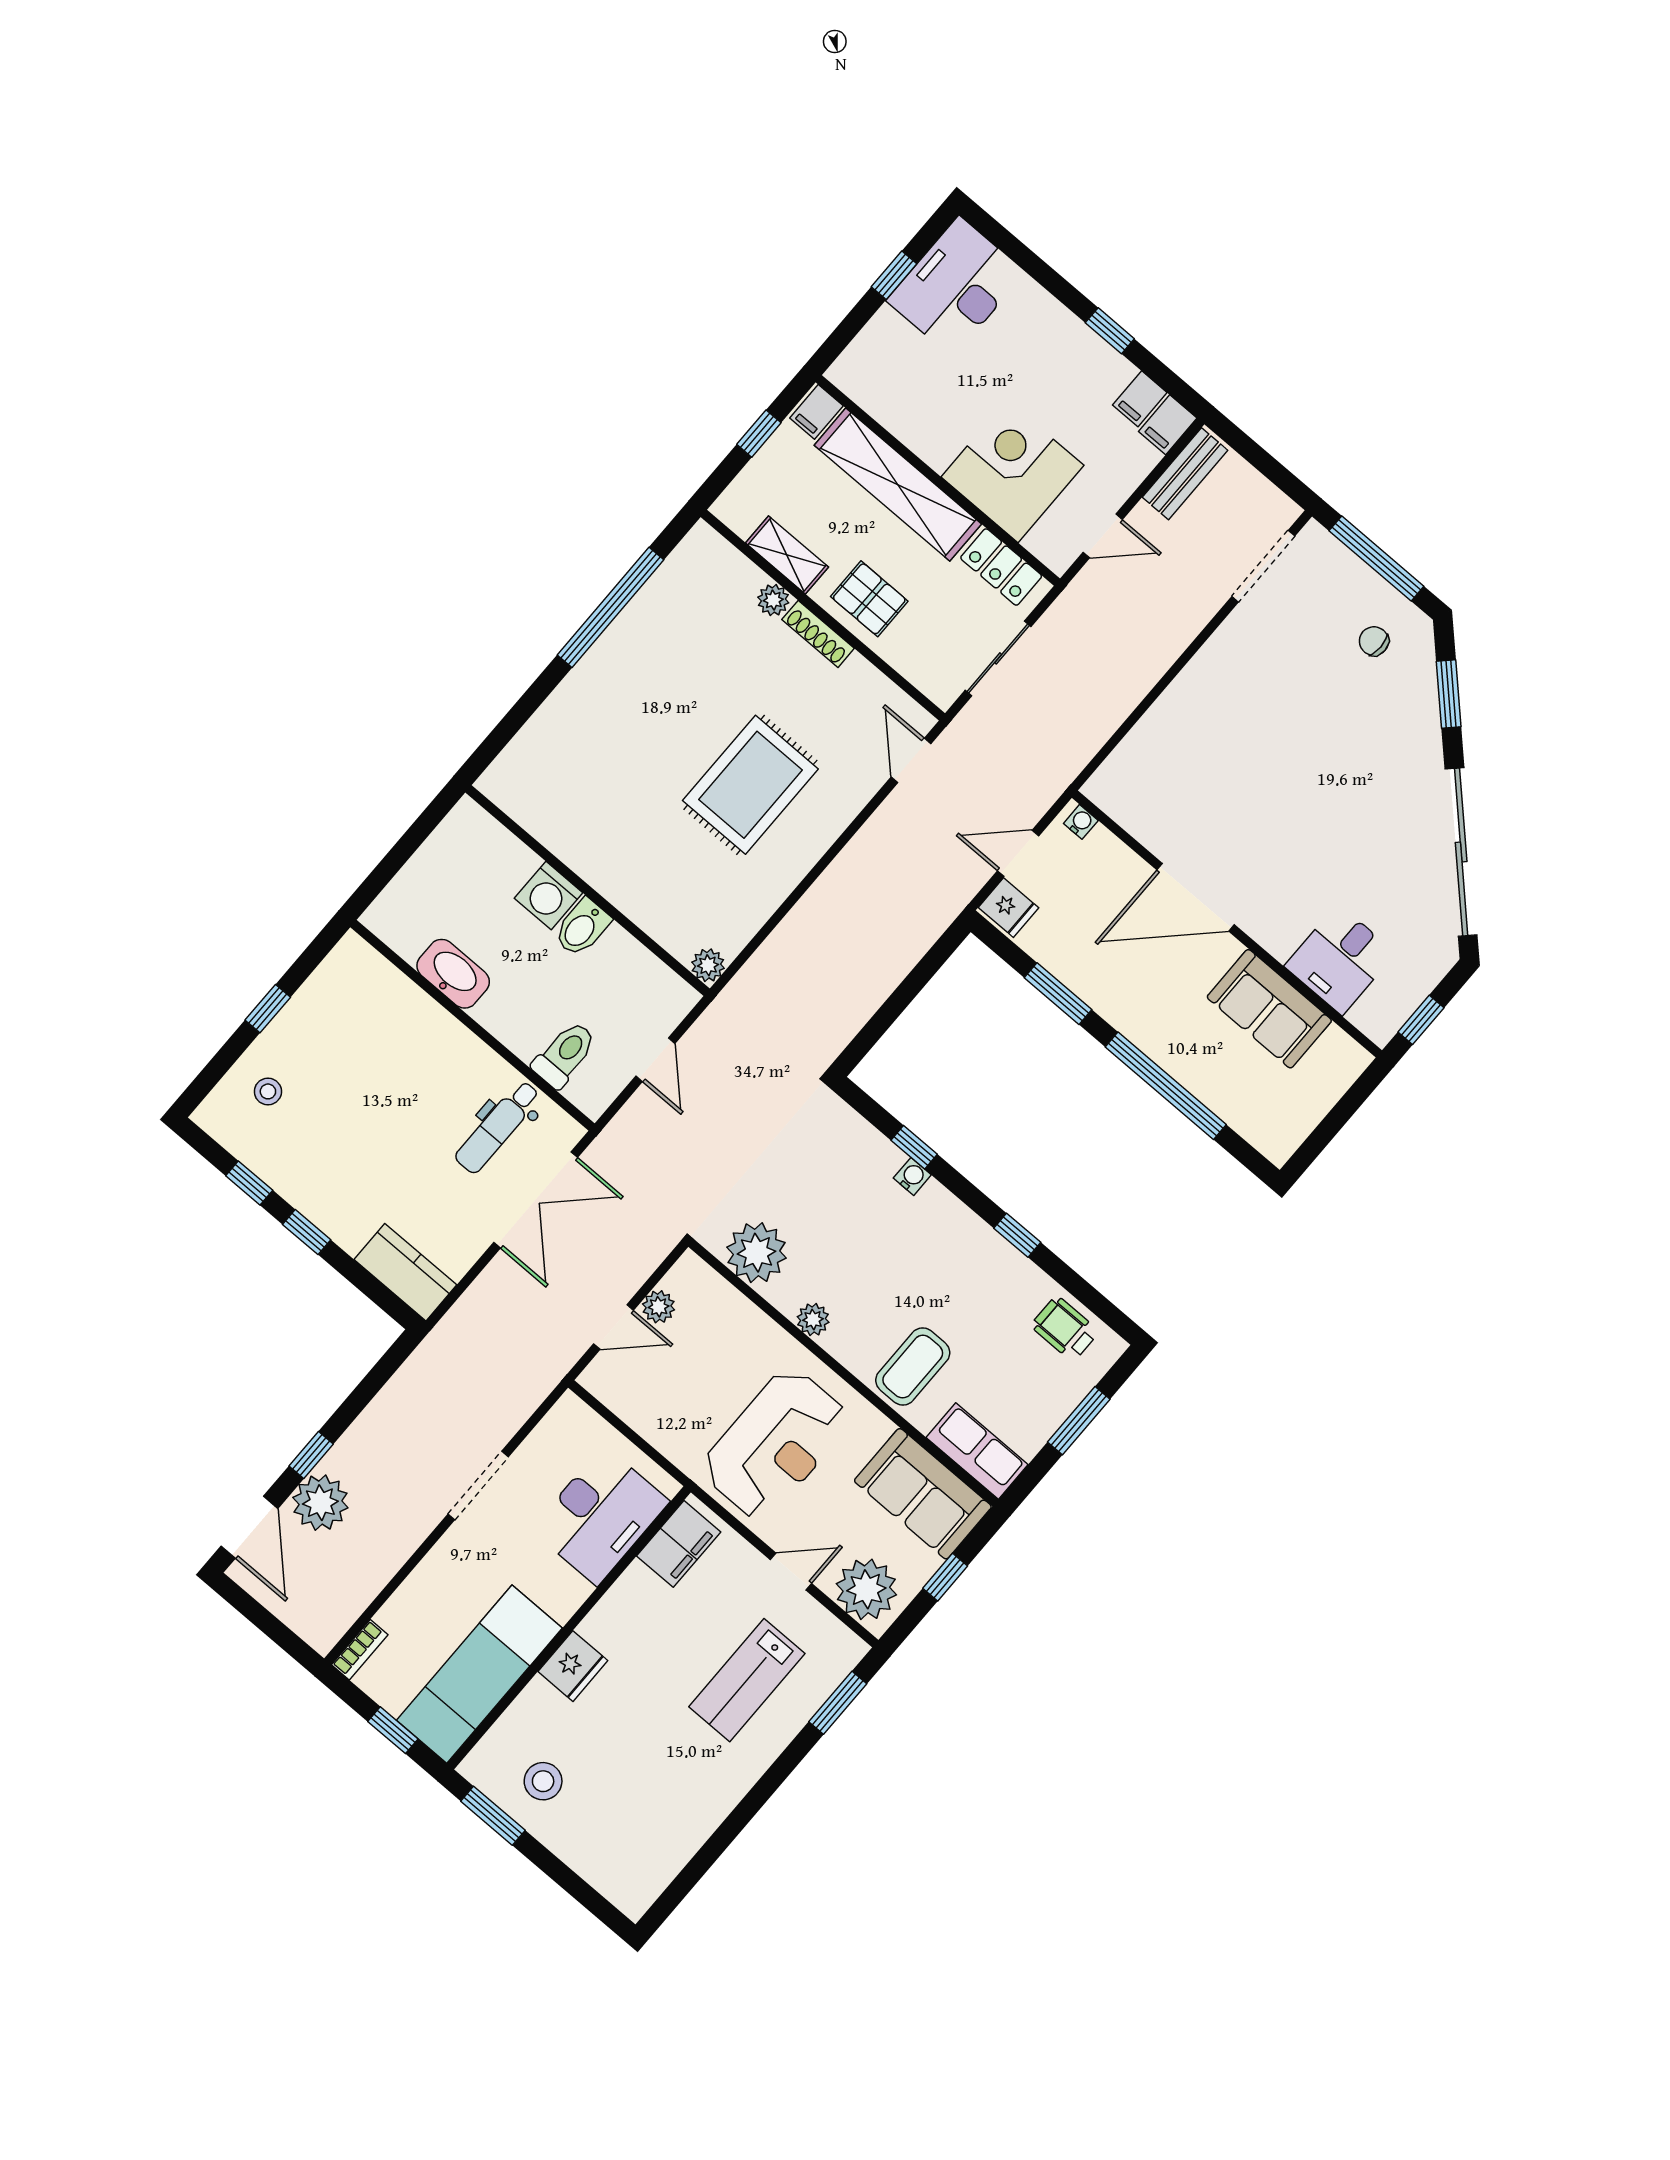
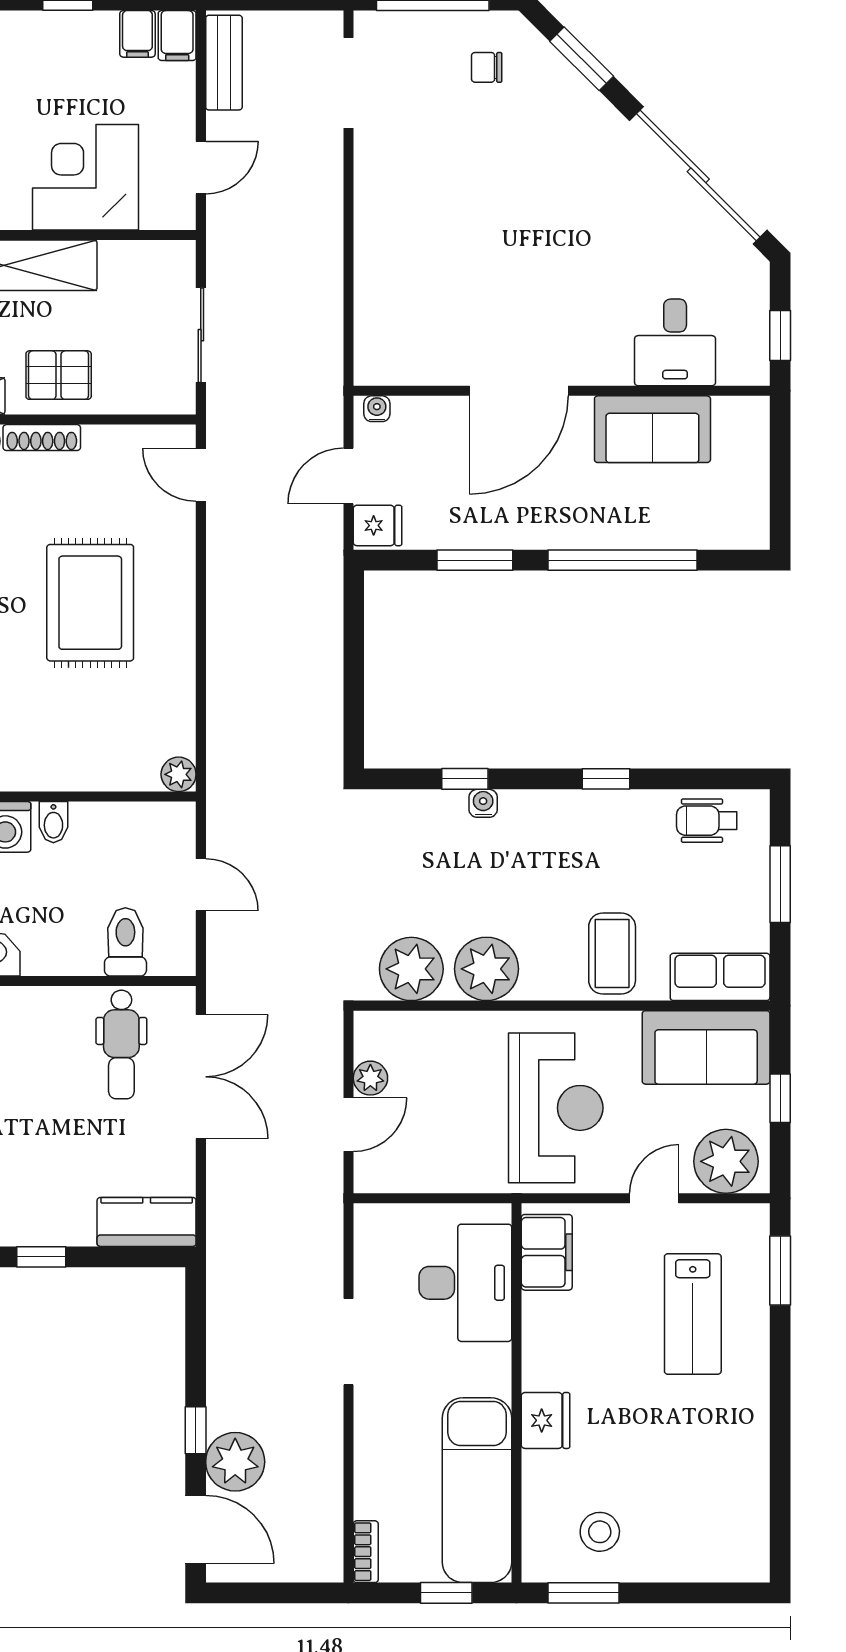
locker: (1001, 567) -> (141, 261), removed
bidet: (582, 928) -> (53, 822), width x0.72, depth x0.74
plant: (813, 1320) -> (486, 969), width x1.88, depth x1.88

